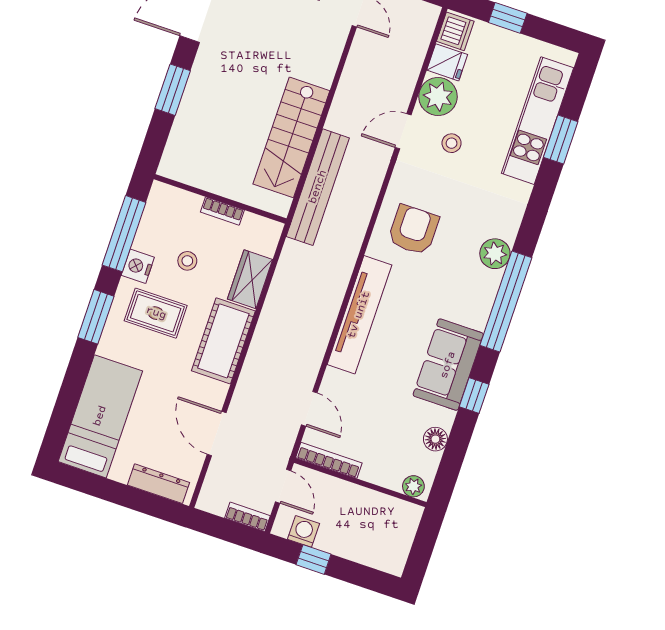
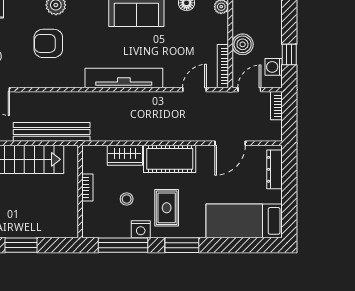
armchair: (413, 230) -> (48, 43), moved
boiler: (350, 498) -> (243, 44), added

